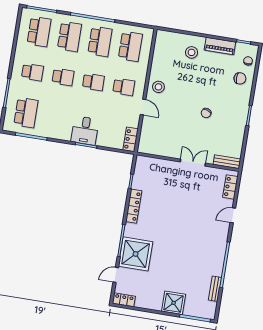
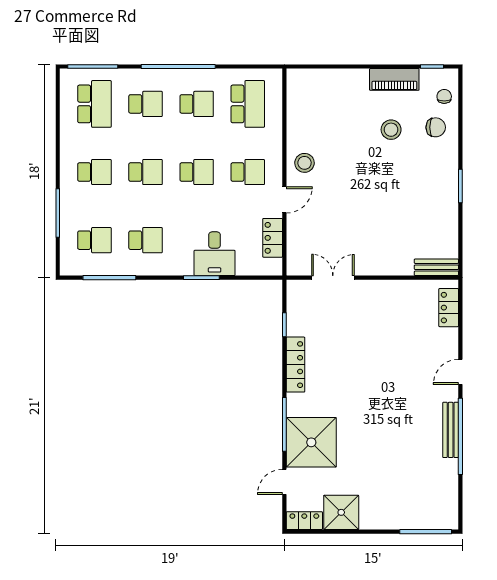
school desk: (70, 37) -> (146, 104), width x0.54
school desk: (100, 41) -> (197, 104), width x0.54
stool: (192, 52) -> (391, 130), moved
door: (143, 107) -> (284, 200), hinge flipped
school desk: (26, 113) -> (94, 240), width x0.54
chair: (206, 113) -> (389, 193), removed
school desk: (56, 118) -> (146, 240), added
desk: (85, 130) -> (215, 254), moved
locker: (130, 139) -> (273, 238), moved
double door: (193, 163) -> (333, 278), moved
door: (233, 215) -> (460, 372), moved
bench: (215, 289) -> (451, 430), moved, width x1.36
shower: (174, 303) -> (341, 512), moved

